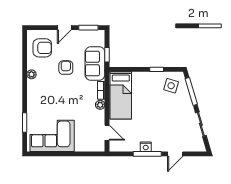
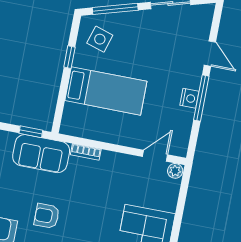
armchair: (66, 68) -> (47, 216), moved
bed: (121, 95) -> (106, 91), moved
plant: (100, 105) -> (175, 171), moved

